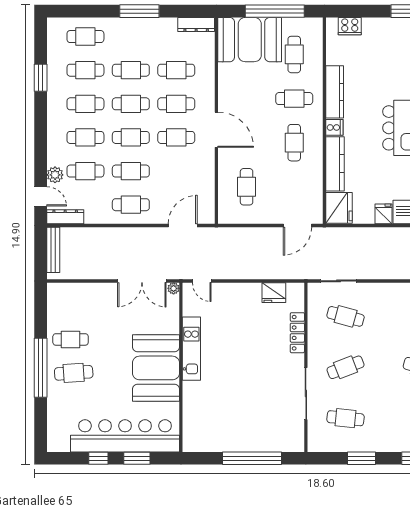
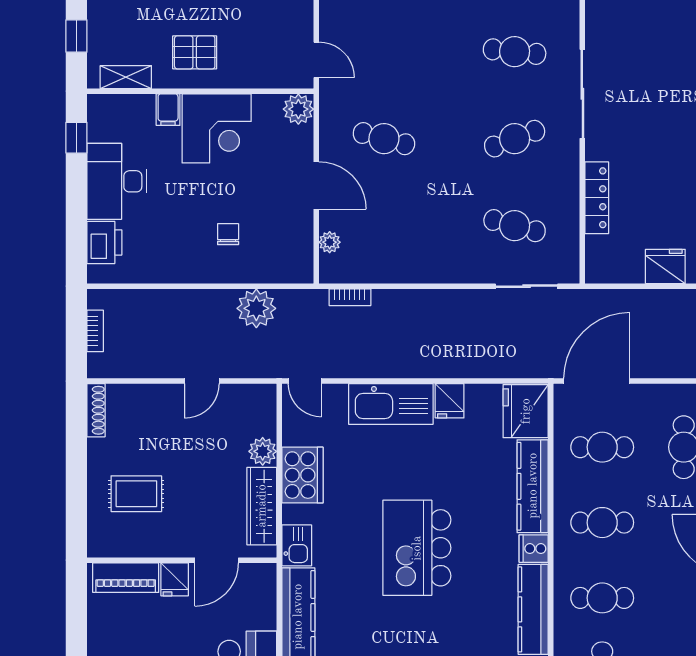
cafe table: (294, 143) -> (602, 523), turned 90
cafe table: (294, 187) -> (602, 447), added
door: (297, 225) -> (597, 381), width x1.36
fridge: (274, 293) -> (665, 266), moved

